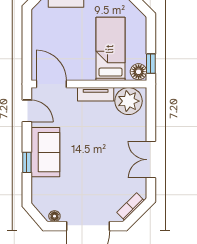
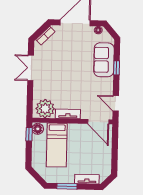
sofa: (45, 152) -> (104, 60), moved
double door: (151, 160) -> (31, 68), swing flipped

